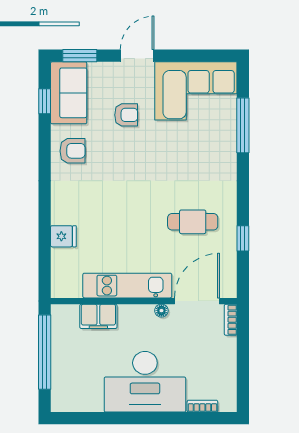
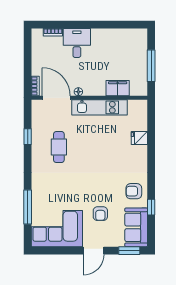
window: (45, 101) -> (151, 207), moved
armchair: (126, 115) -> (100, 214), turned -90
cafe table: (193, 222) -> (59, 147), turned 90
door: (197, 301) -> (56, 98), swing flipped
window: (45, 352) -> (151, 66), width x0.68
desk: (145, 382) -> (77, 43), width x0.53, depth x0.77

